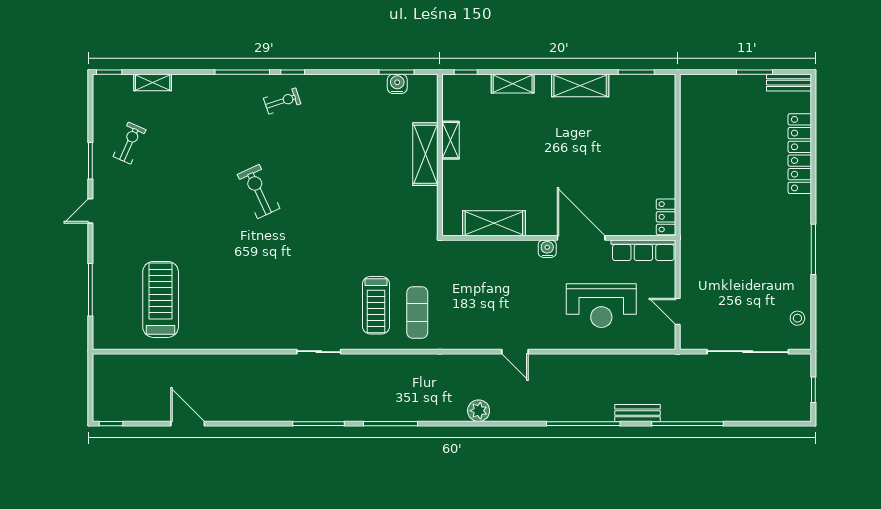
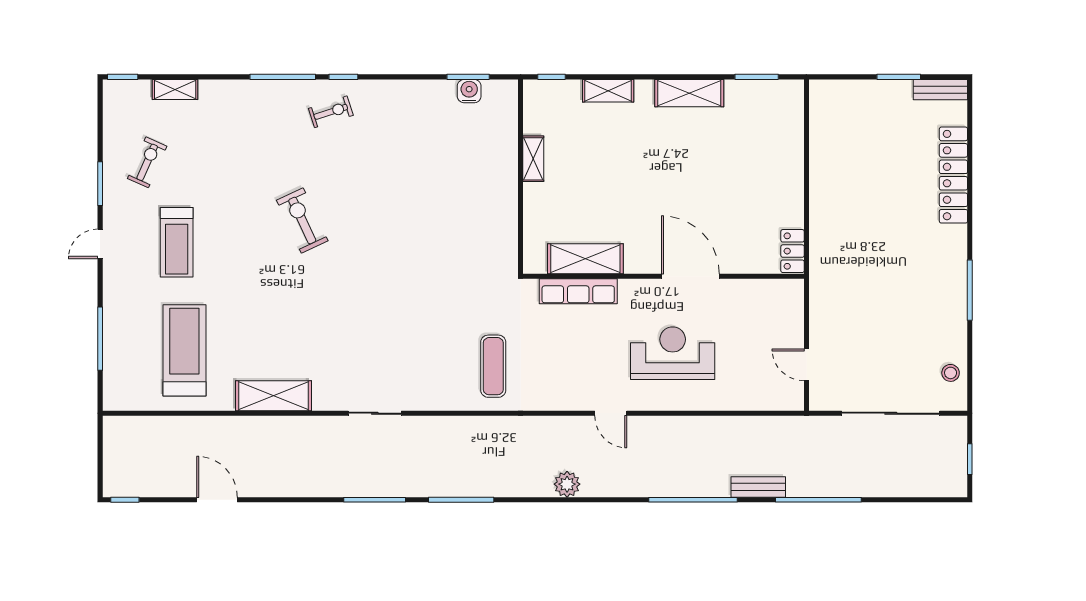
shelving: (425, 154) -> (274, 396), moved, turned 90
water cooler: (547, 249) -> (650, 289), removed
row of seats: (643, 250) -> (578, 291), moved
treadmill: (376, 305) -> (177, 242), moved
reception desk: (601, 306) -> (673, 353), moved, turned 180

